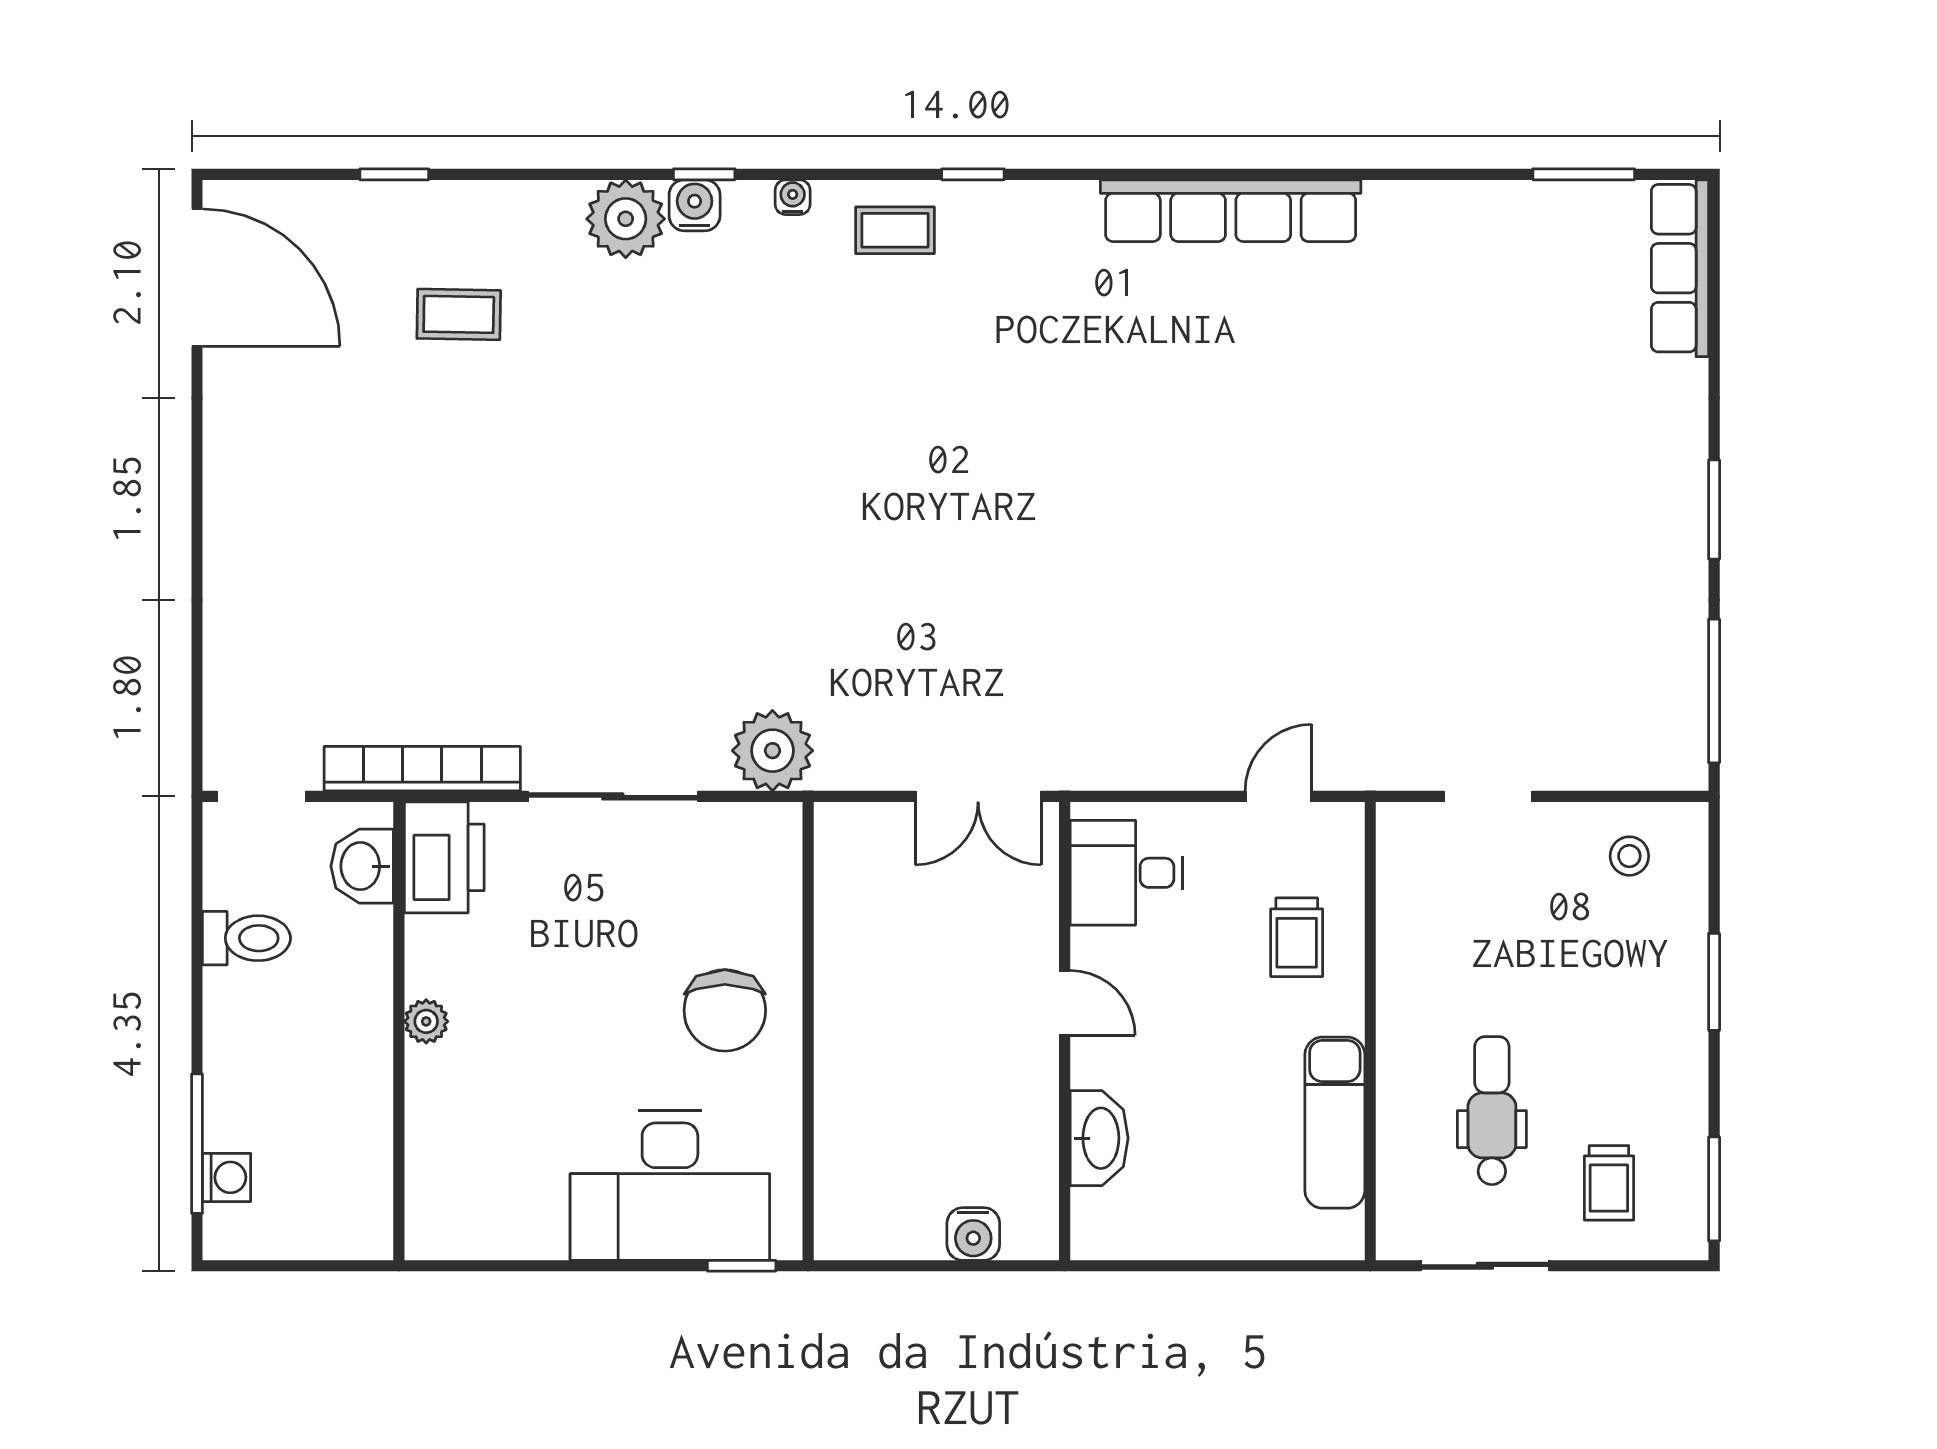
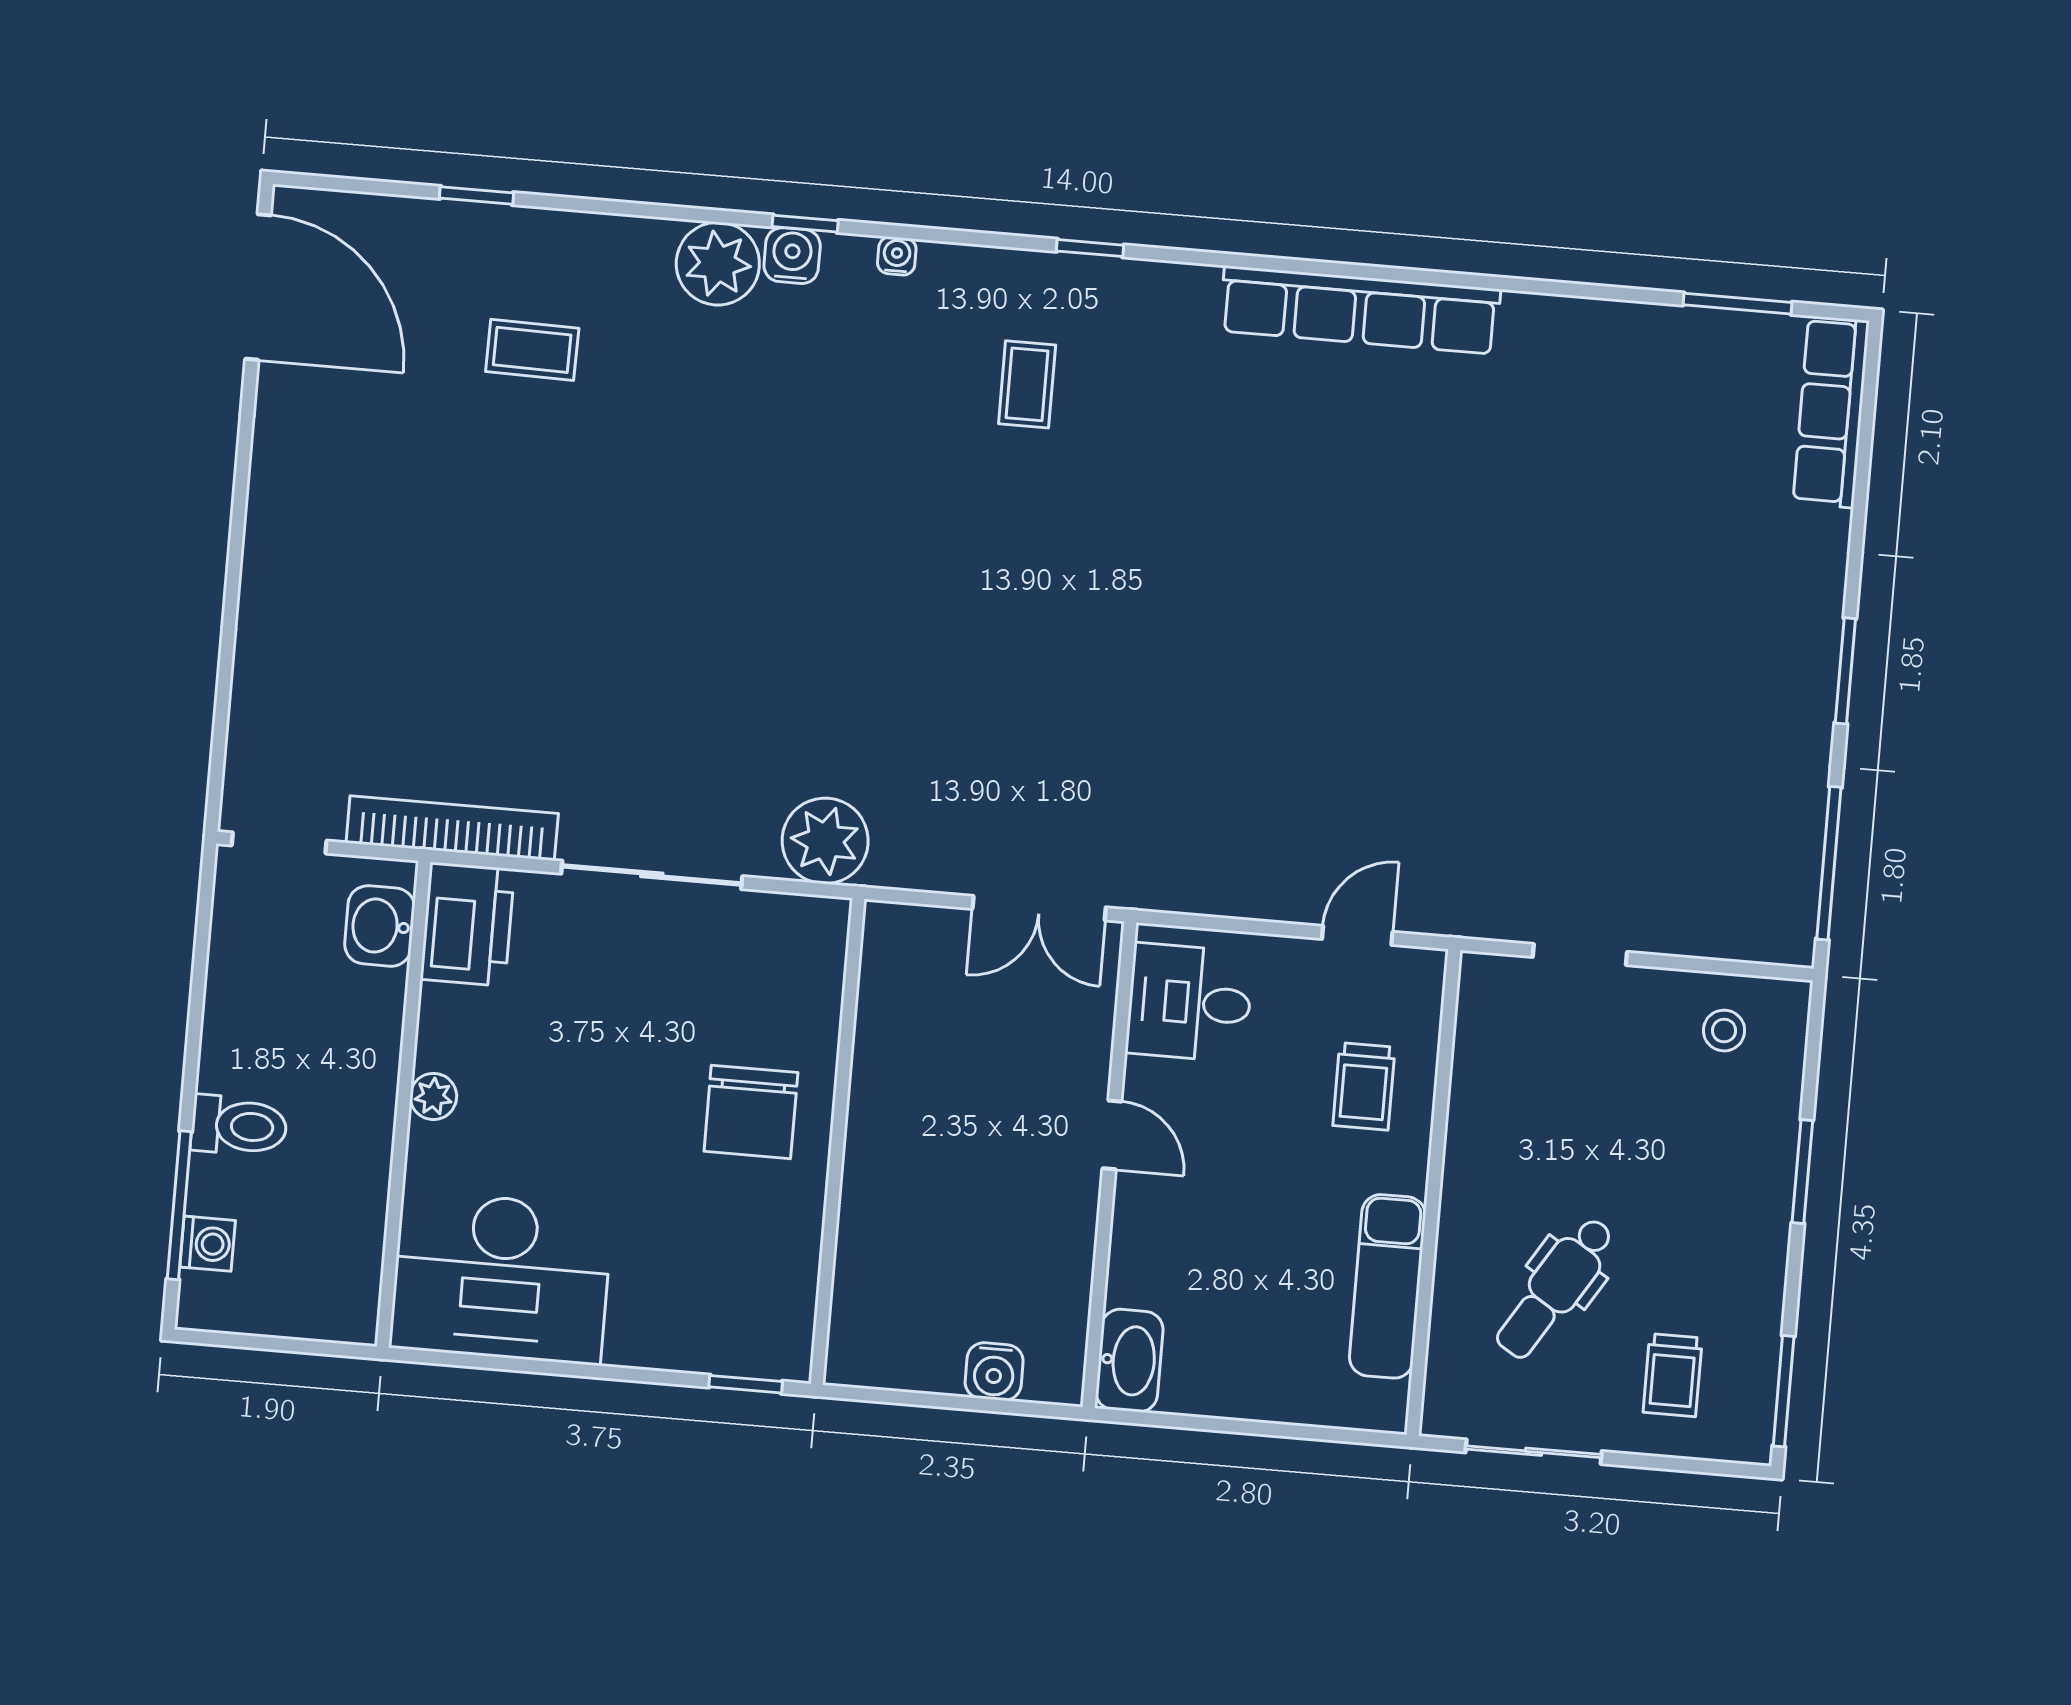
coffee table: (895, 230) -> (1027, 384), moved, turned 90
toilet: (246, 938) -> (239, 1126), moved
dental chair: (1492, 1111) -> (1555, 1288), turned -148
washbasin: (1099, 1138) -> (1129, 1361), moved
desk: (670, 1186) -> (501, 1278), moved

